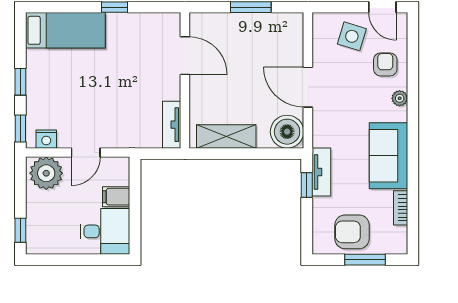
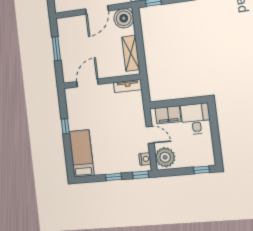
filing cabinet: (116, 197) -> (168, 115), width x2.00

